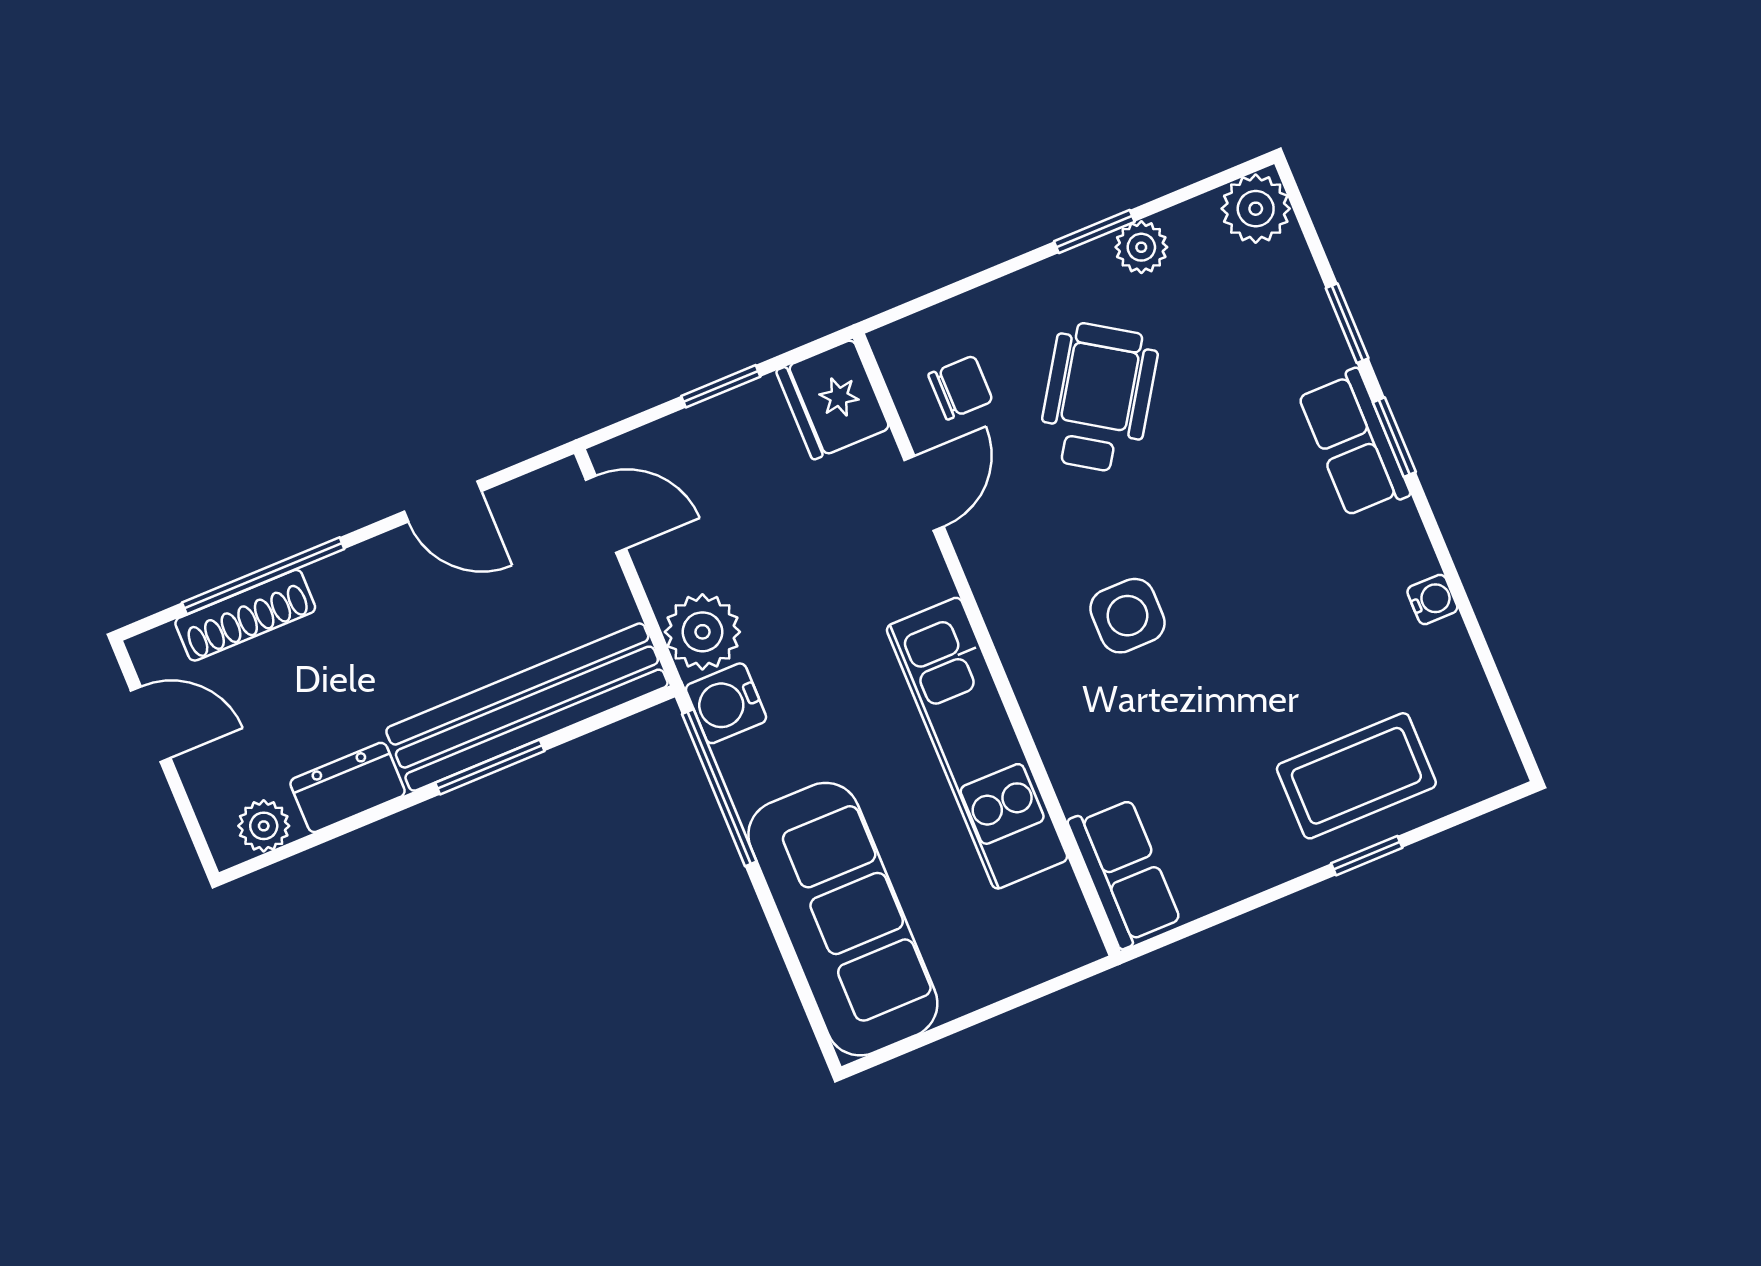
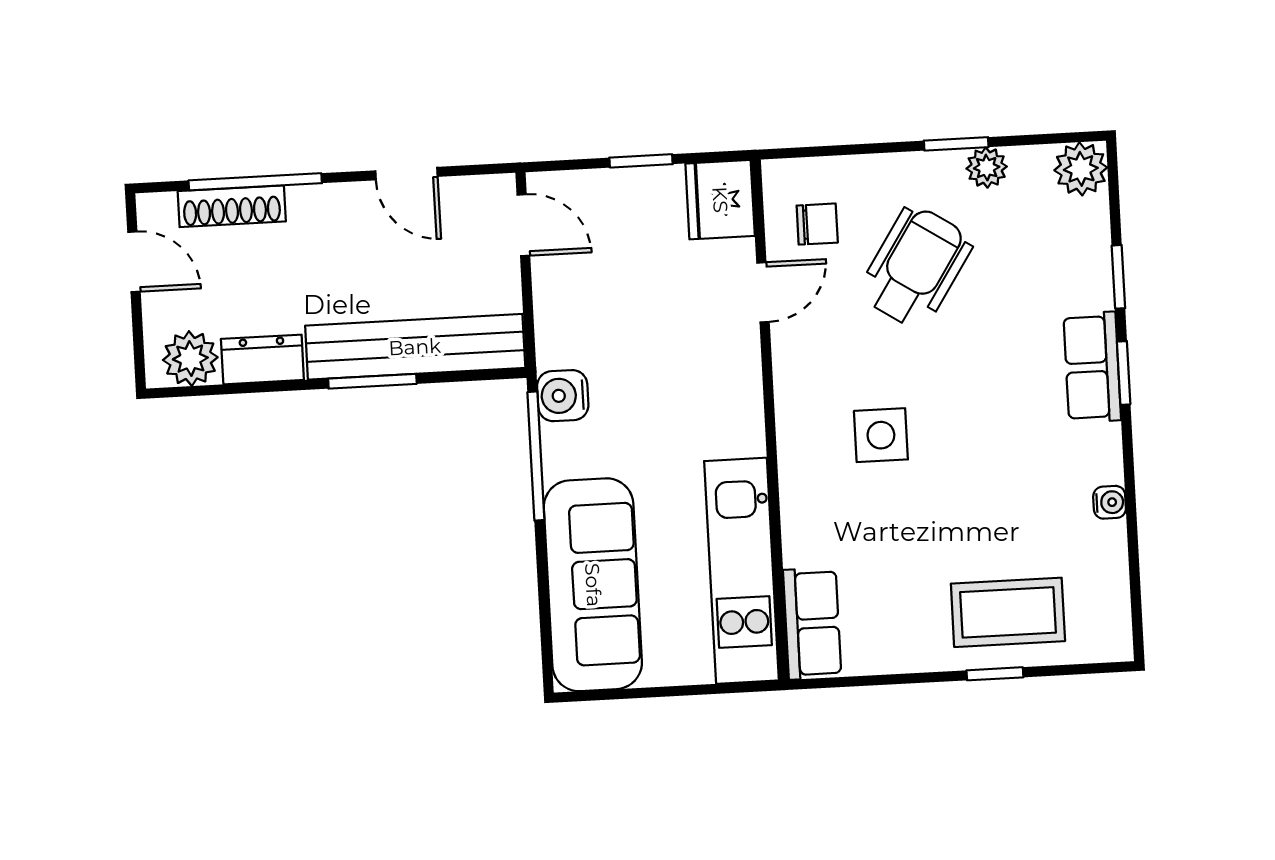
plant: (702, 632) -> (564, 337), removed
kitchen unit: (977, 743) -> (741, 571), moved
plant: (264, 826) -> (190, 359), width x1.38, depth x1.38

